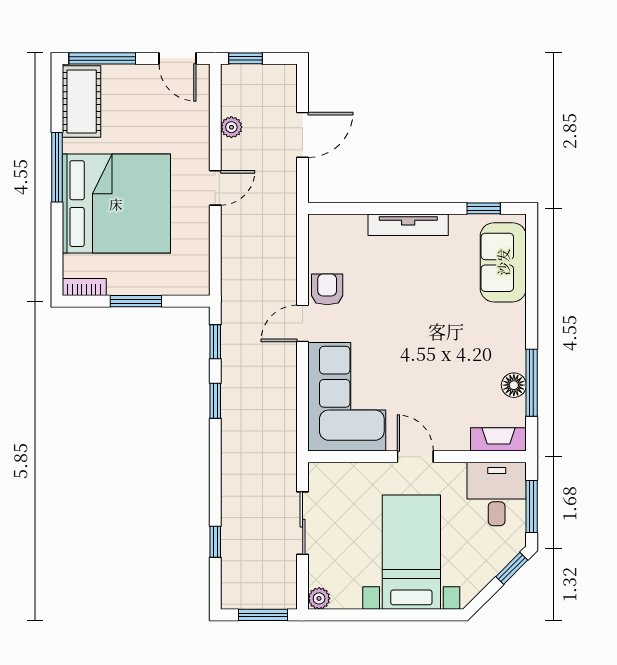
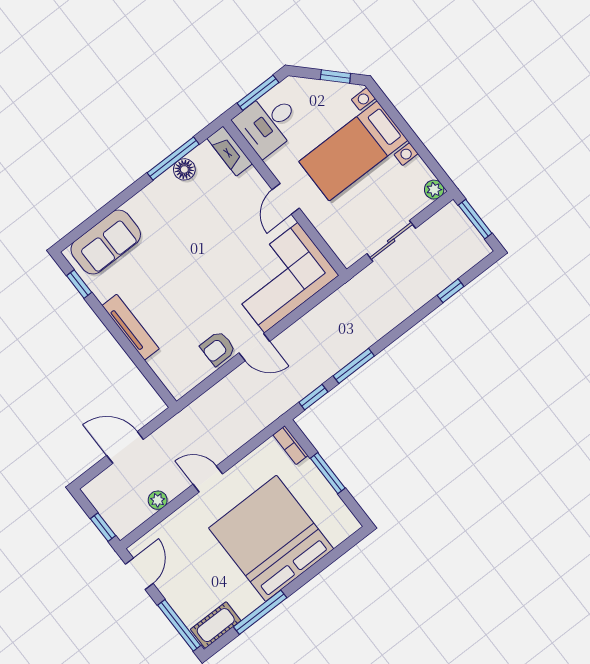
cot: (82, 102) -> (216, 625), width x0.73, depth x0.75
window: (57, 167) -> (260, 612), moved
bookcase: (84, 287) -> (291, 445), moved
window: (215, 401) -> (354, 366), width x1.50
window: (512, 568) -> (335, 77), moved

